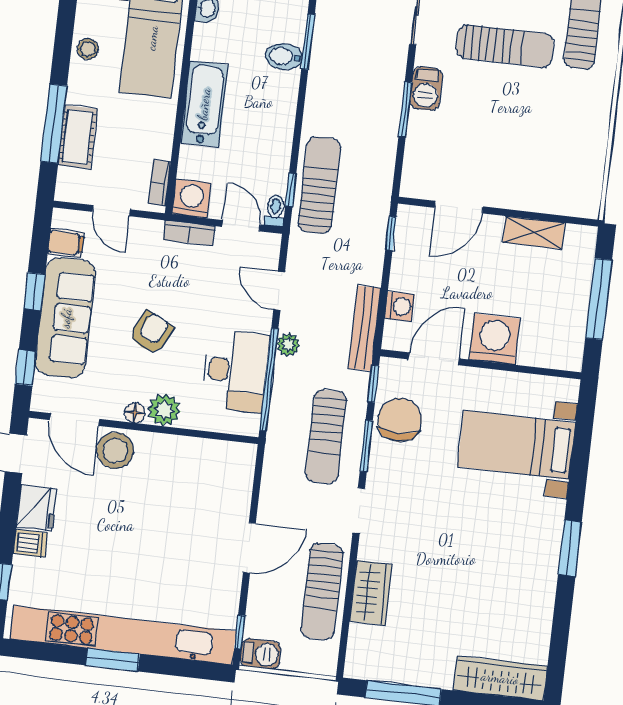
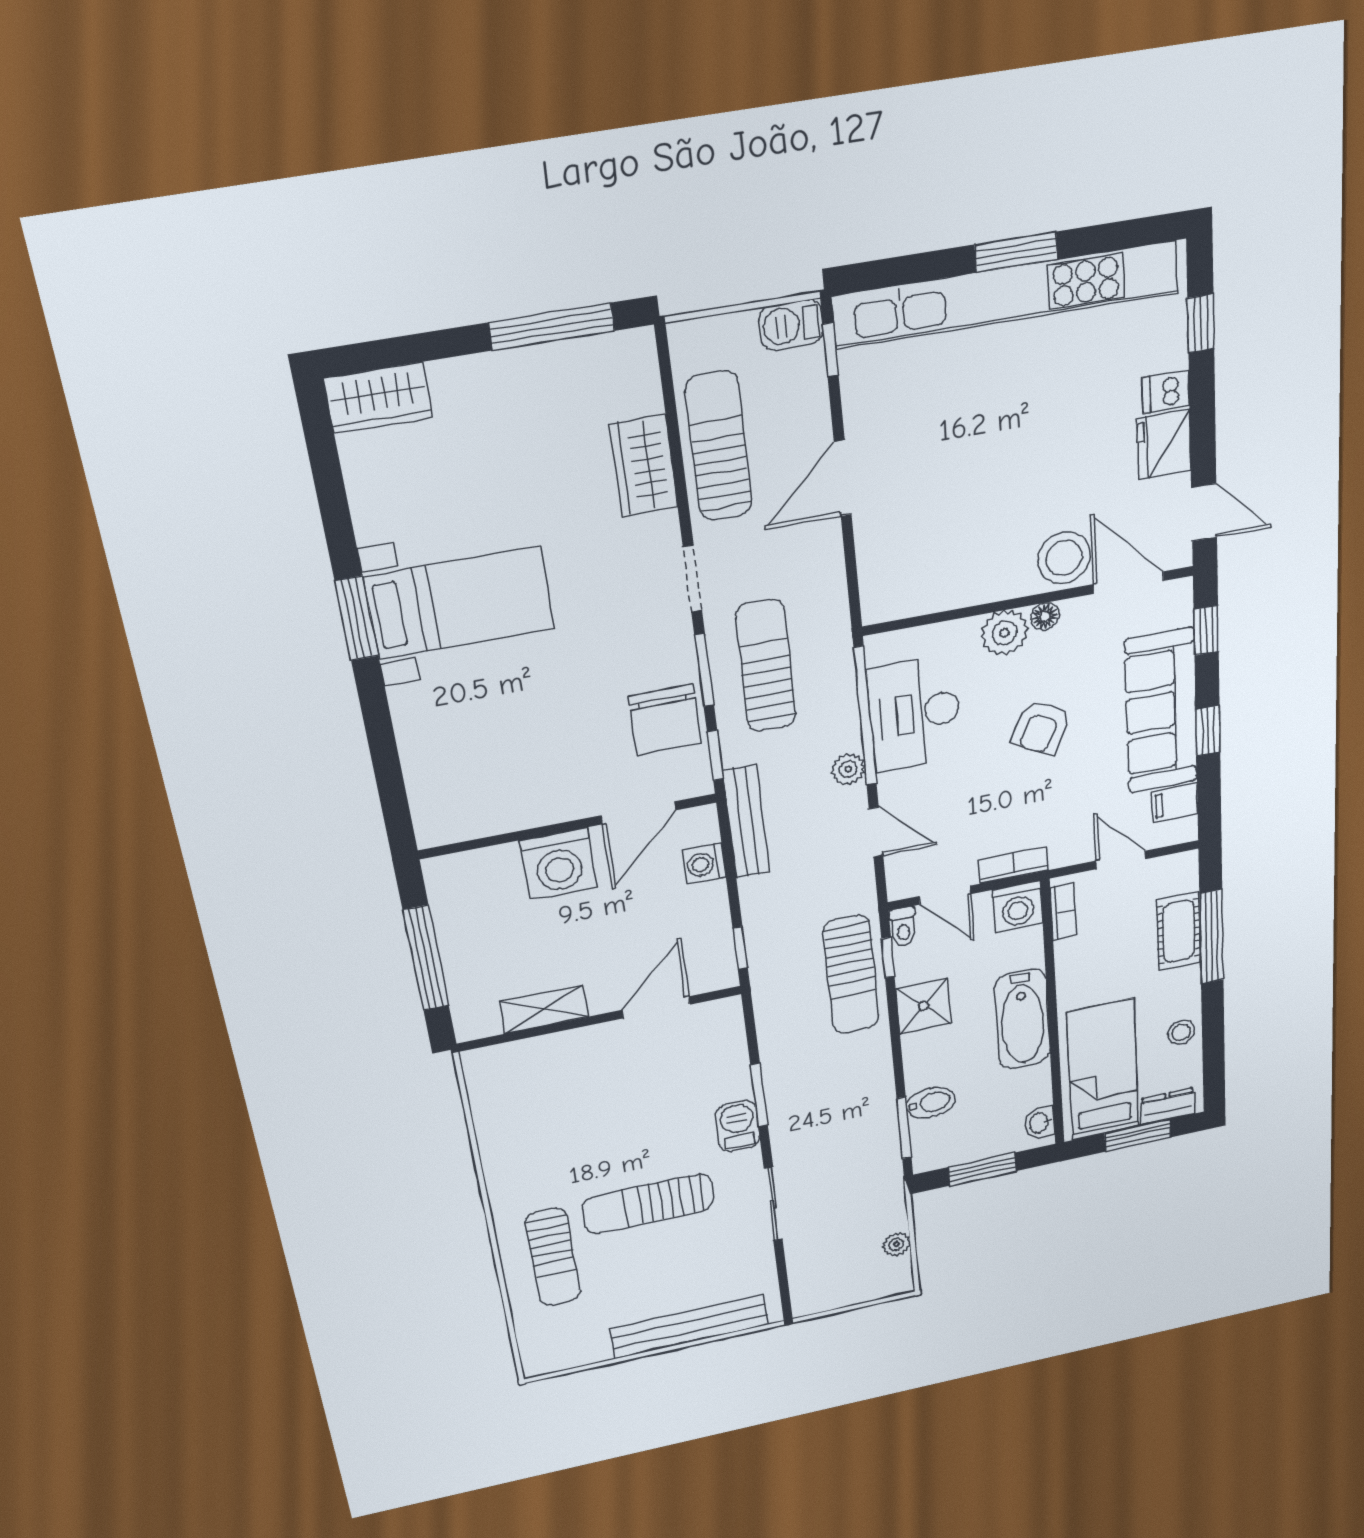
shower: (273, 141) -> (924, 1006), added
bed with nightstands: (516, 445) -> (460, 603), moved
wardrobe: (500, 678) -> (379, 398), width x0.67

